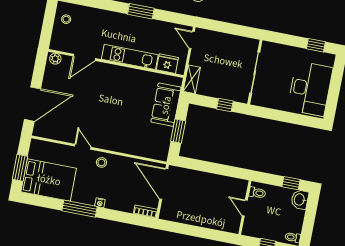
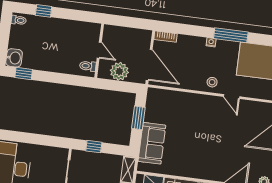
plant: (194, 179) -> (119, 71), added
toilet: (257, 193) -> (88, 66), moved
wall: (245, 207) -> (99, 51), moved
door: (245, 208) -> (99, 50), moved

